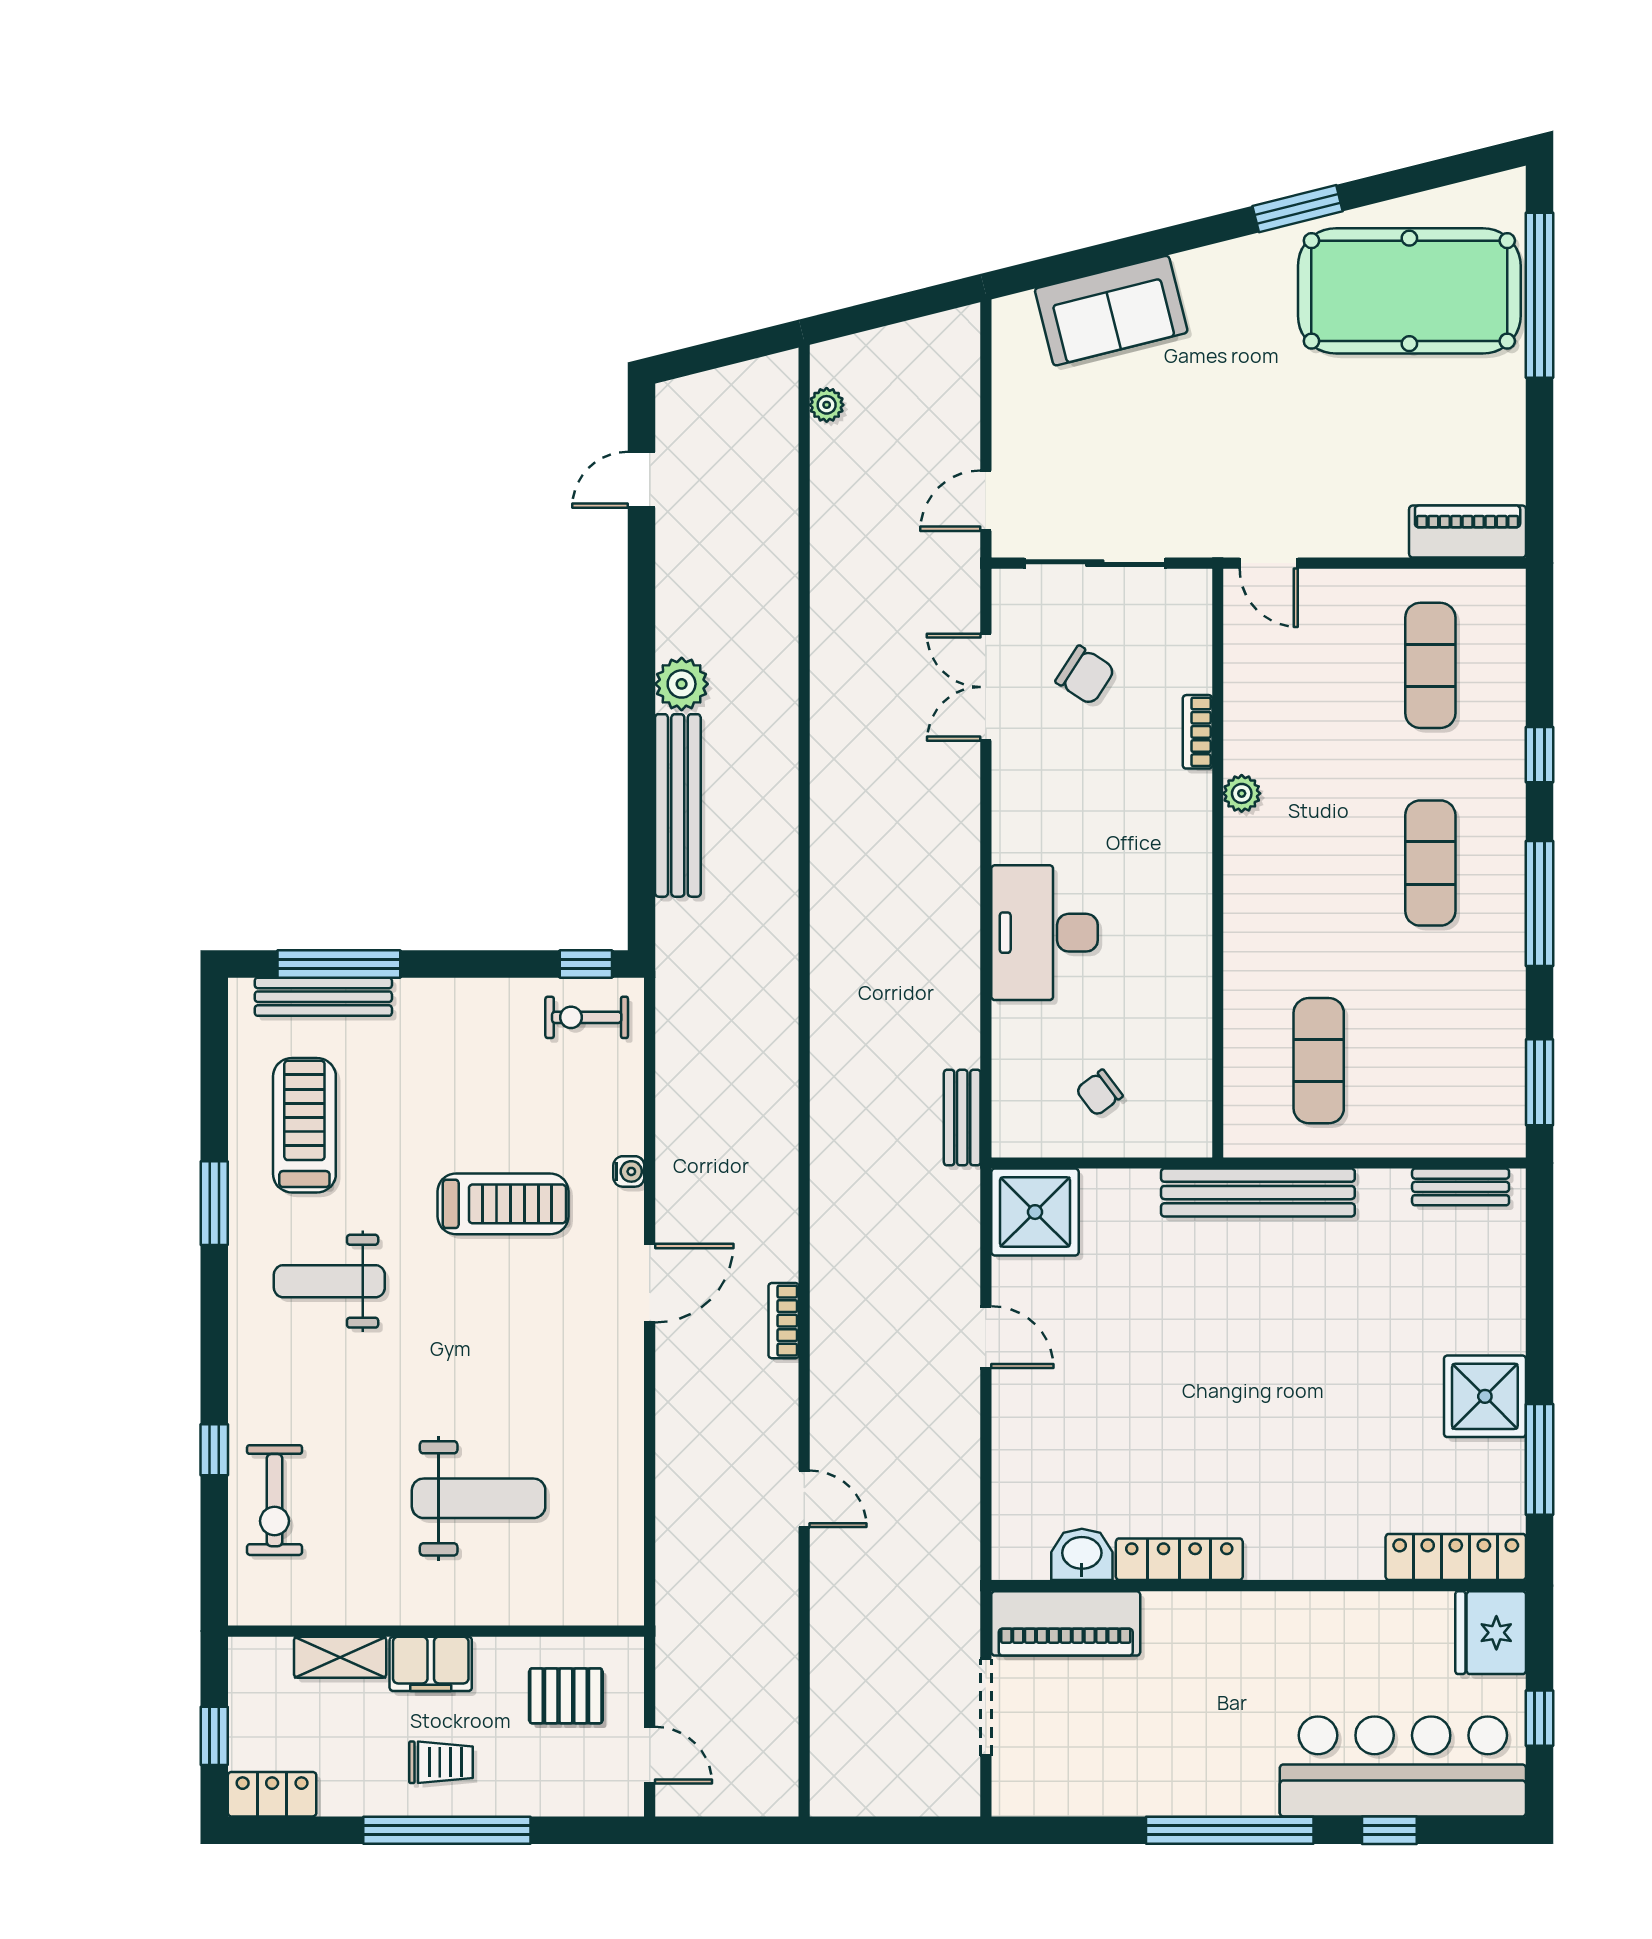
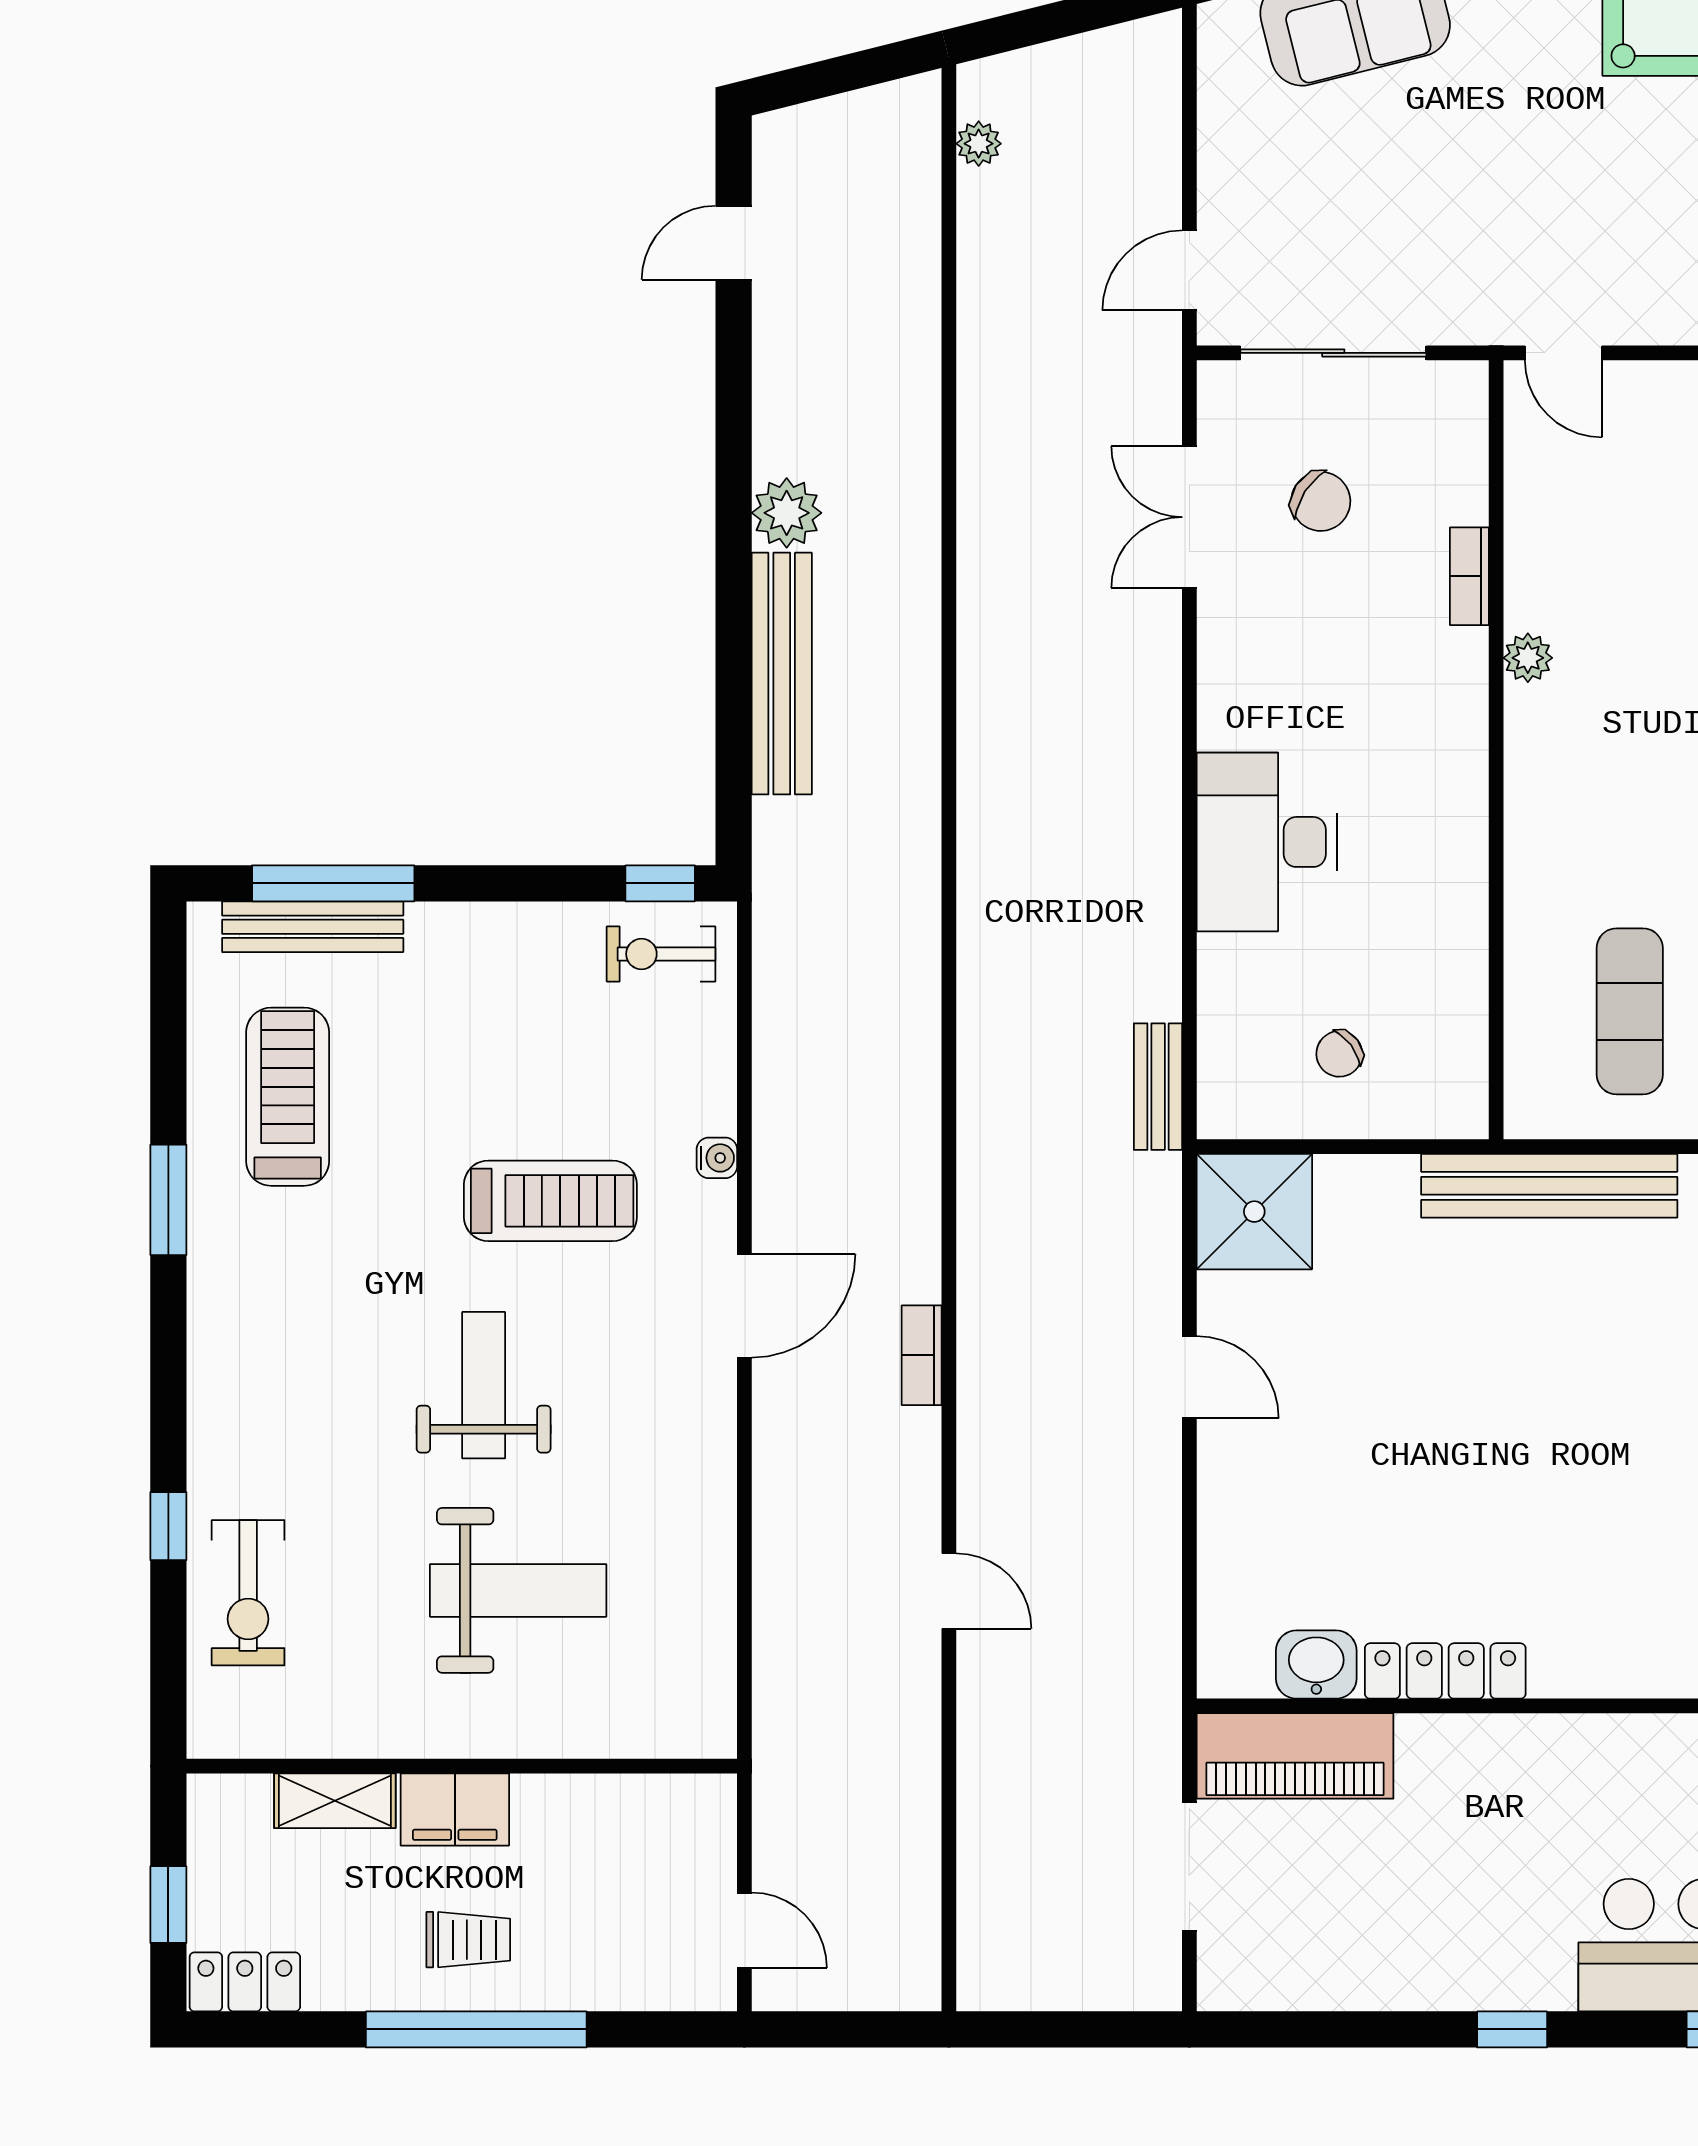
weight bench: (329, 1281) -> (484, 1385), moved, turned 90
pallet: (566, 1696) -> (634, 1852), removed
window: (1230, 1830) -> (1512, 2029), width x0.32

